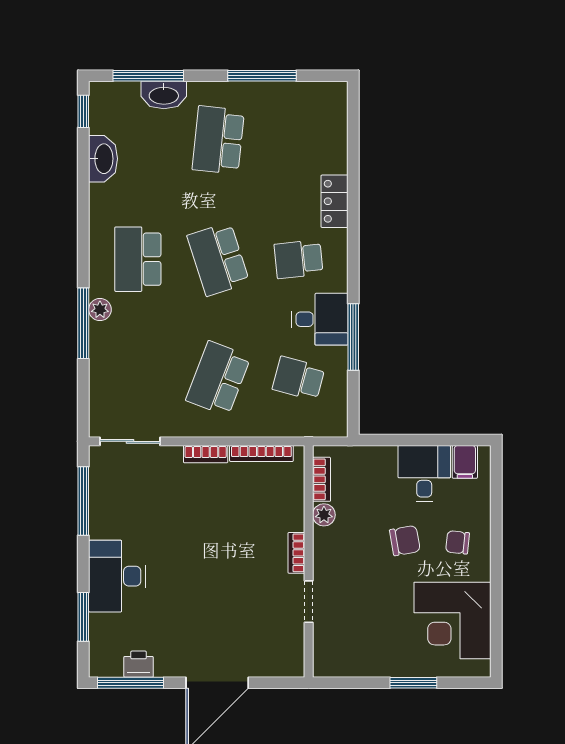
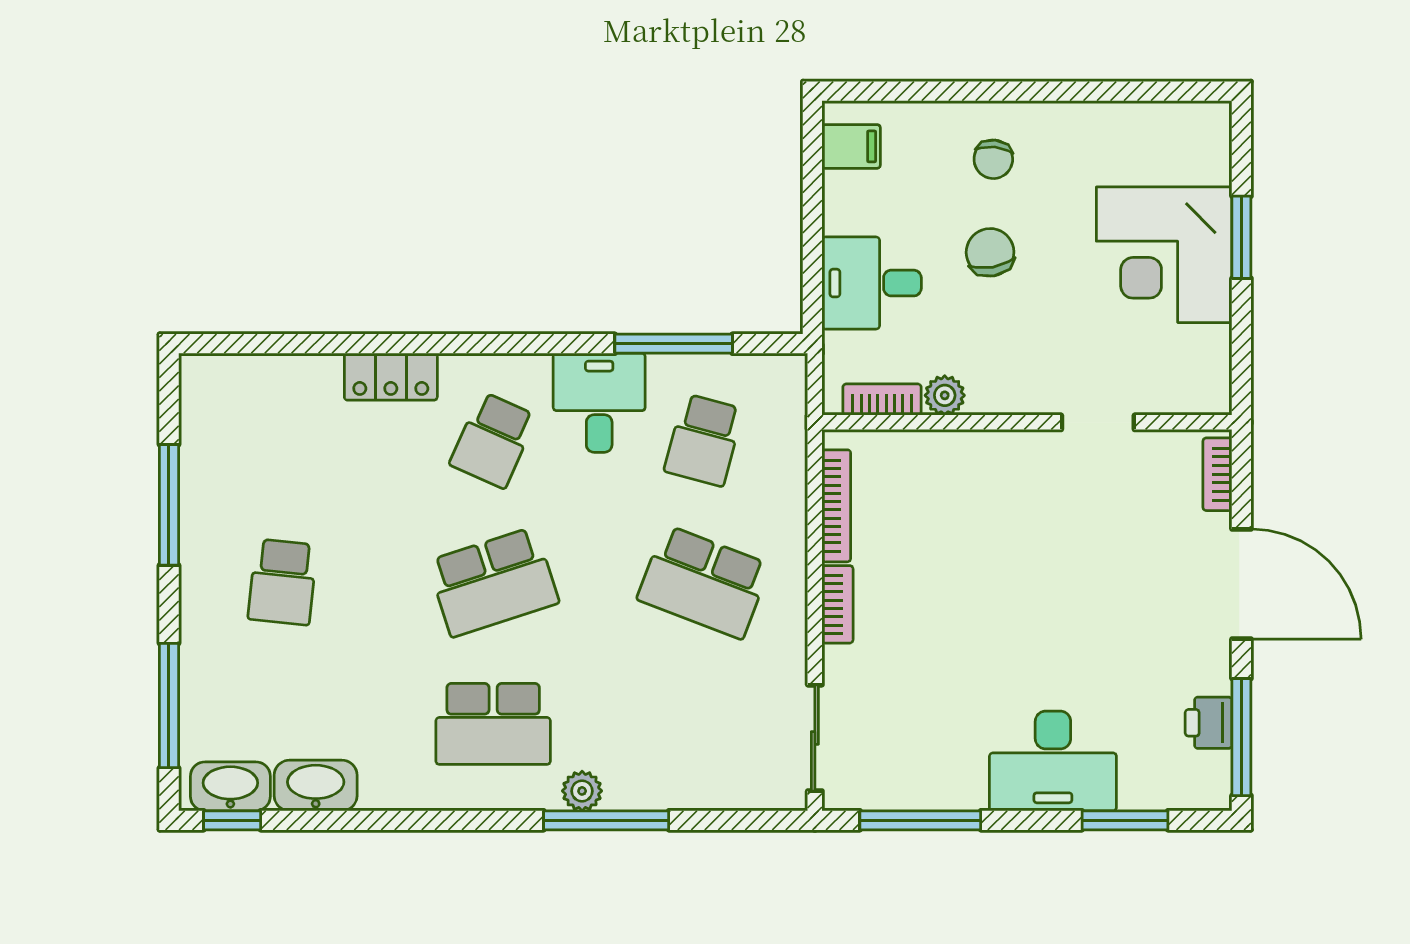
washbasin: (164, 95) -> (230, 786), moved, turned -90
school desk: (218, 140) -> (283, 582), width x0.54
school desk: (299, 259) -> (493, 440), turned 30
window: (353, 337) -> (674, 344), moved
desk: (424, 473) -> (872, 283), moved
bookcase: (296, 553) -> (1217, 474), moved, turned 90
corner desk: (452, 621) -> (1164, 255), moved, turned 90

